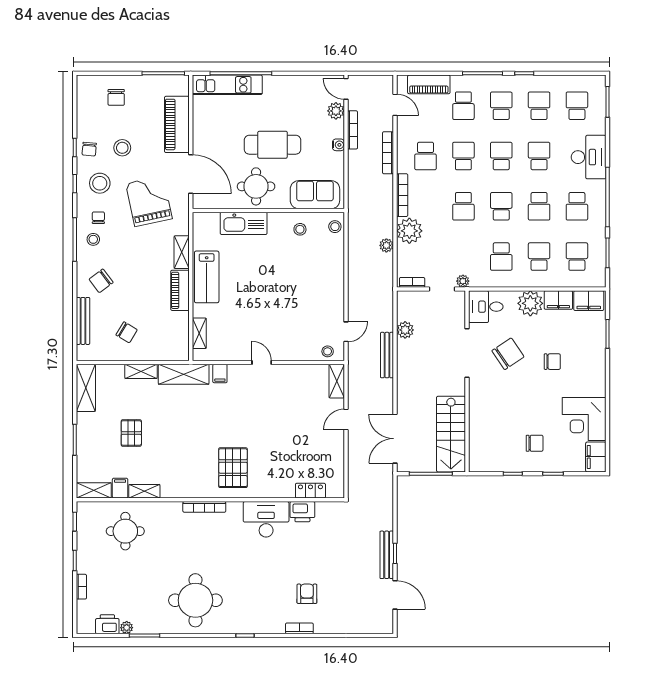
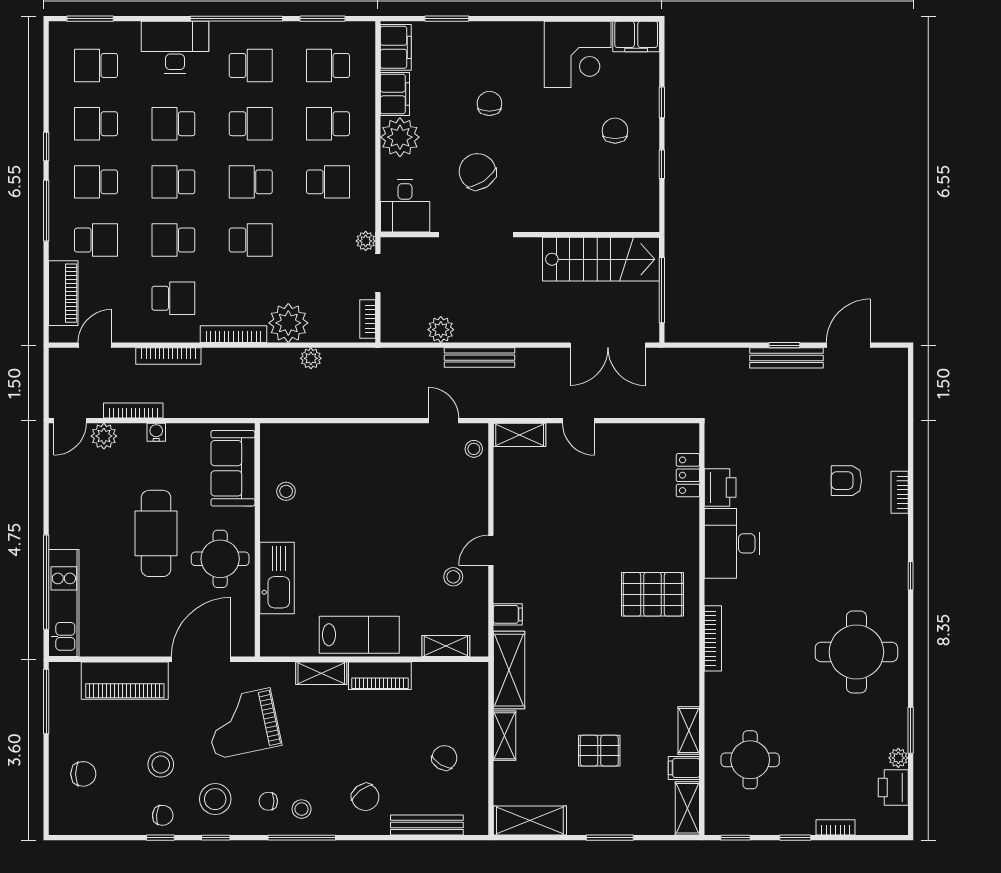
stool: (335, 227) -> (453, 577), moved

